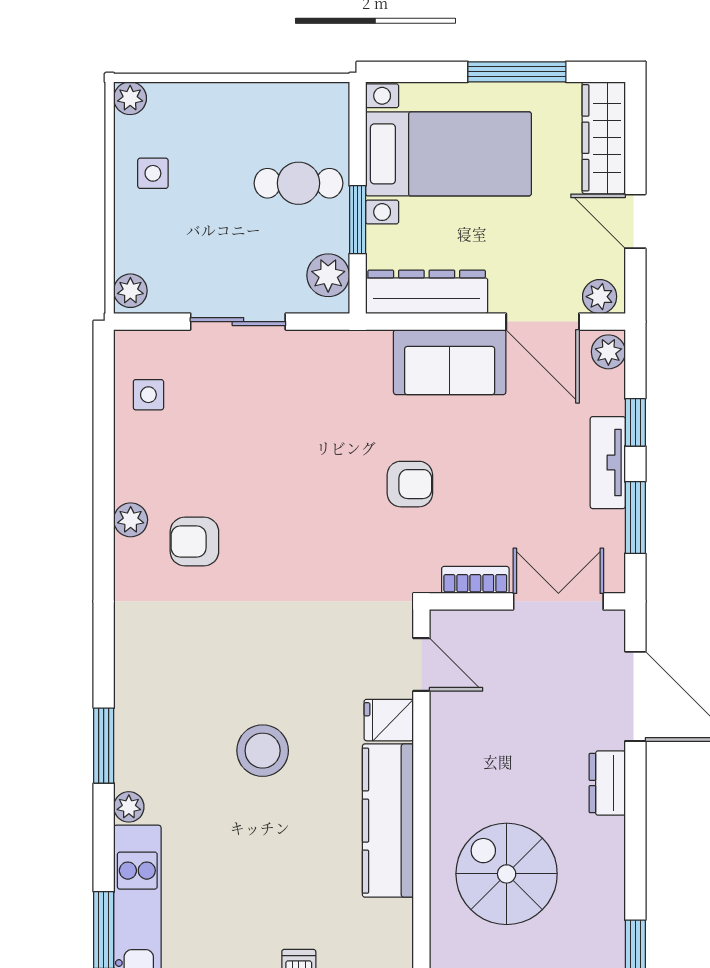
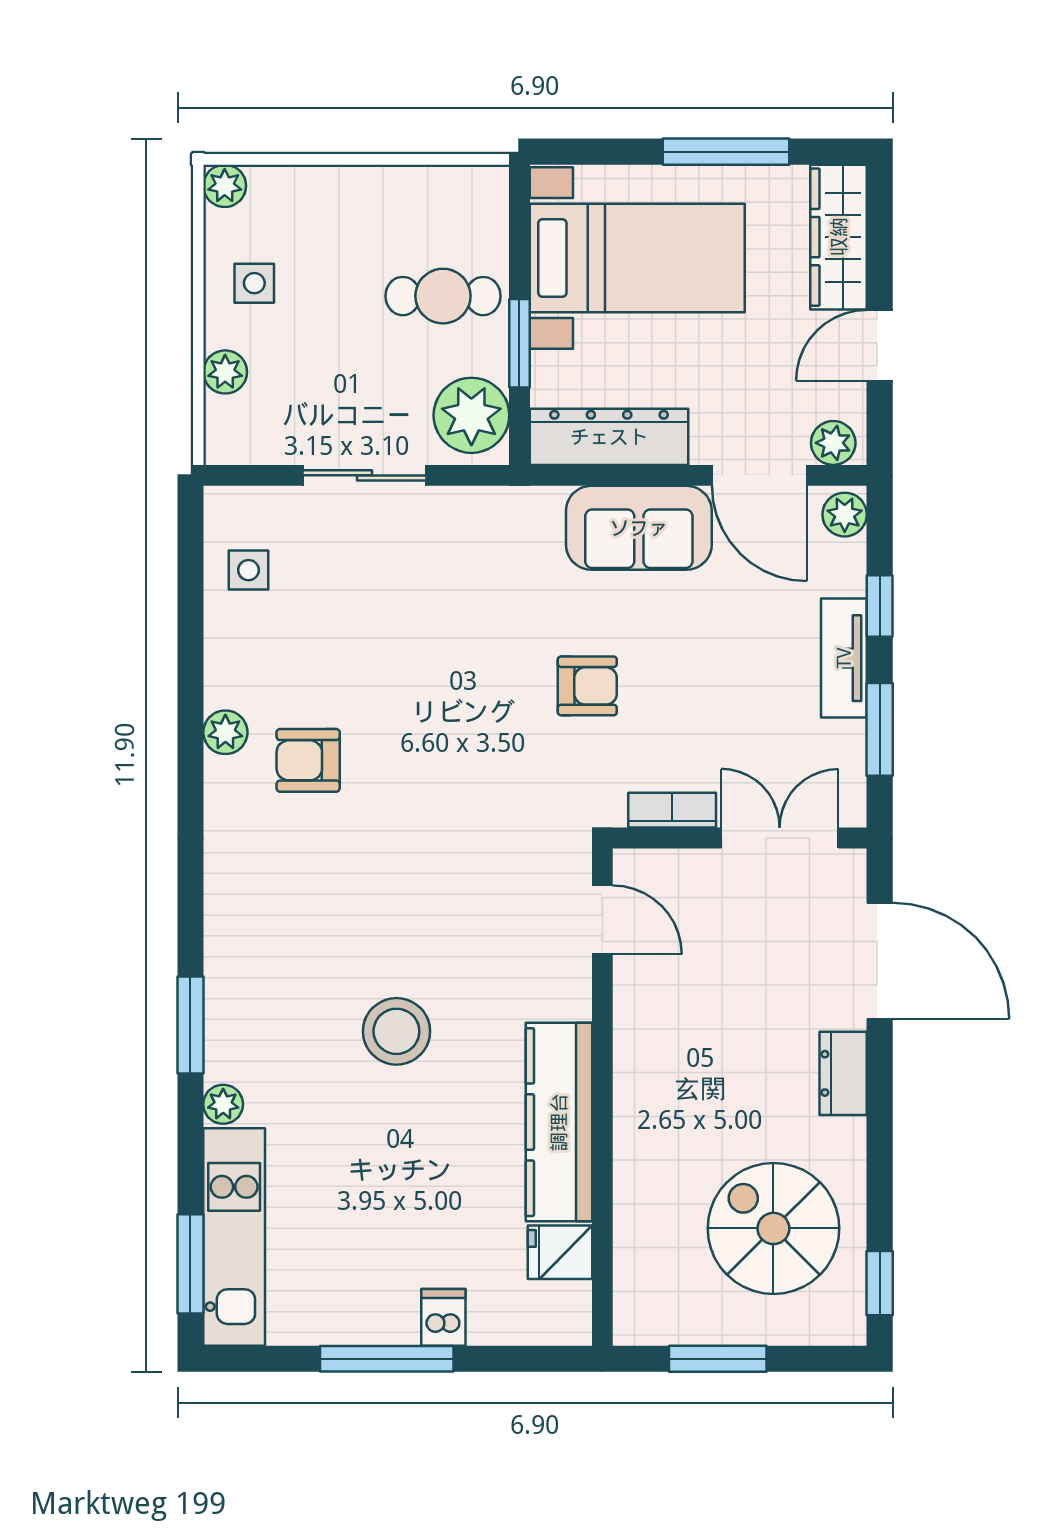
door: (635, 221) -> (880, 345), hinge flipped
plant: (328, 275) -> (471, 415), width x1.36, depth x1.36
plant: (130, 291) -> (225, 372), moved
fridge: (389, 720) -> (560, 1252), moved
spiral stairs: (507, 874) -> (773, 1228), moved

